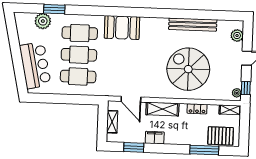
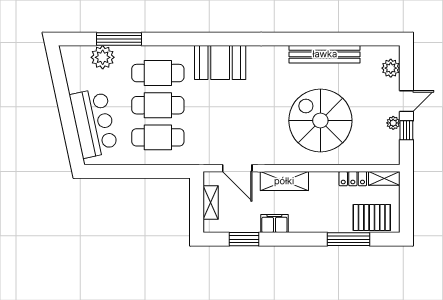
window: (54, 9) -> (119, 39), width x1.44
window: (246, 88) -> (406, 130), moved
plant: (237, 93) -> (393, 123), moved
locker: (197, 109) -> (353, 179), moved

